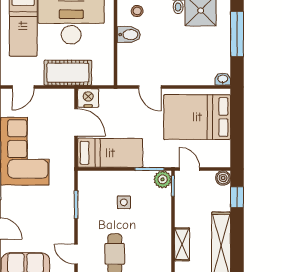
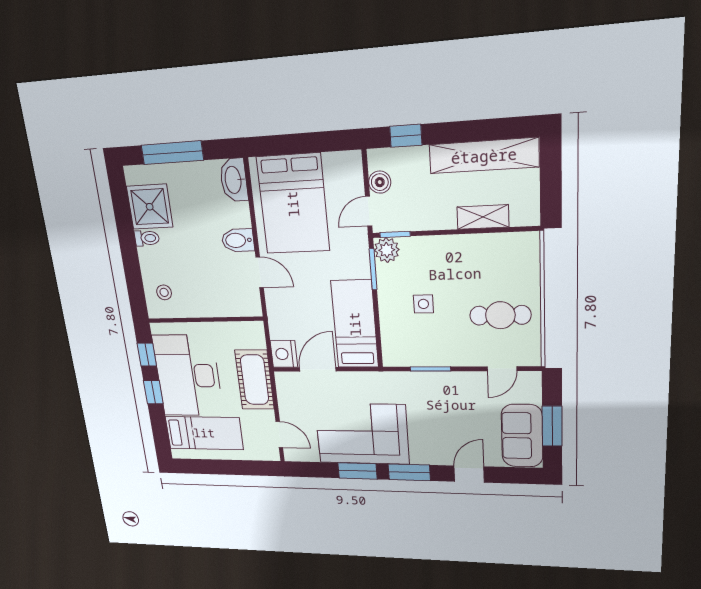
bidet: (129, 35) -> (238, 240), moved, turned -90
washbasin: (223, 79) -> (234, 180), width x1.91, depth x1.45
door: (150, 87) -> (260, 272), hinge flipped
boiler: (223, 178) -> (380, 182), moved

